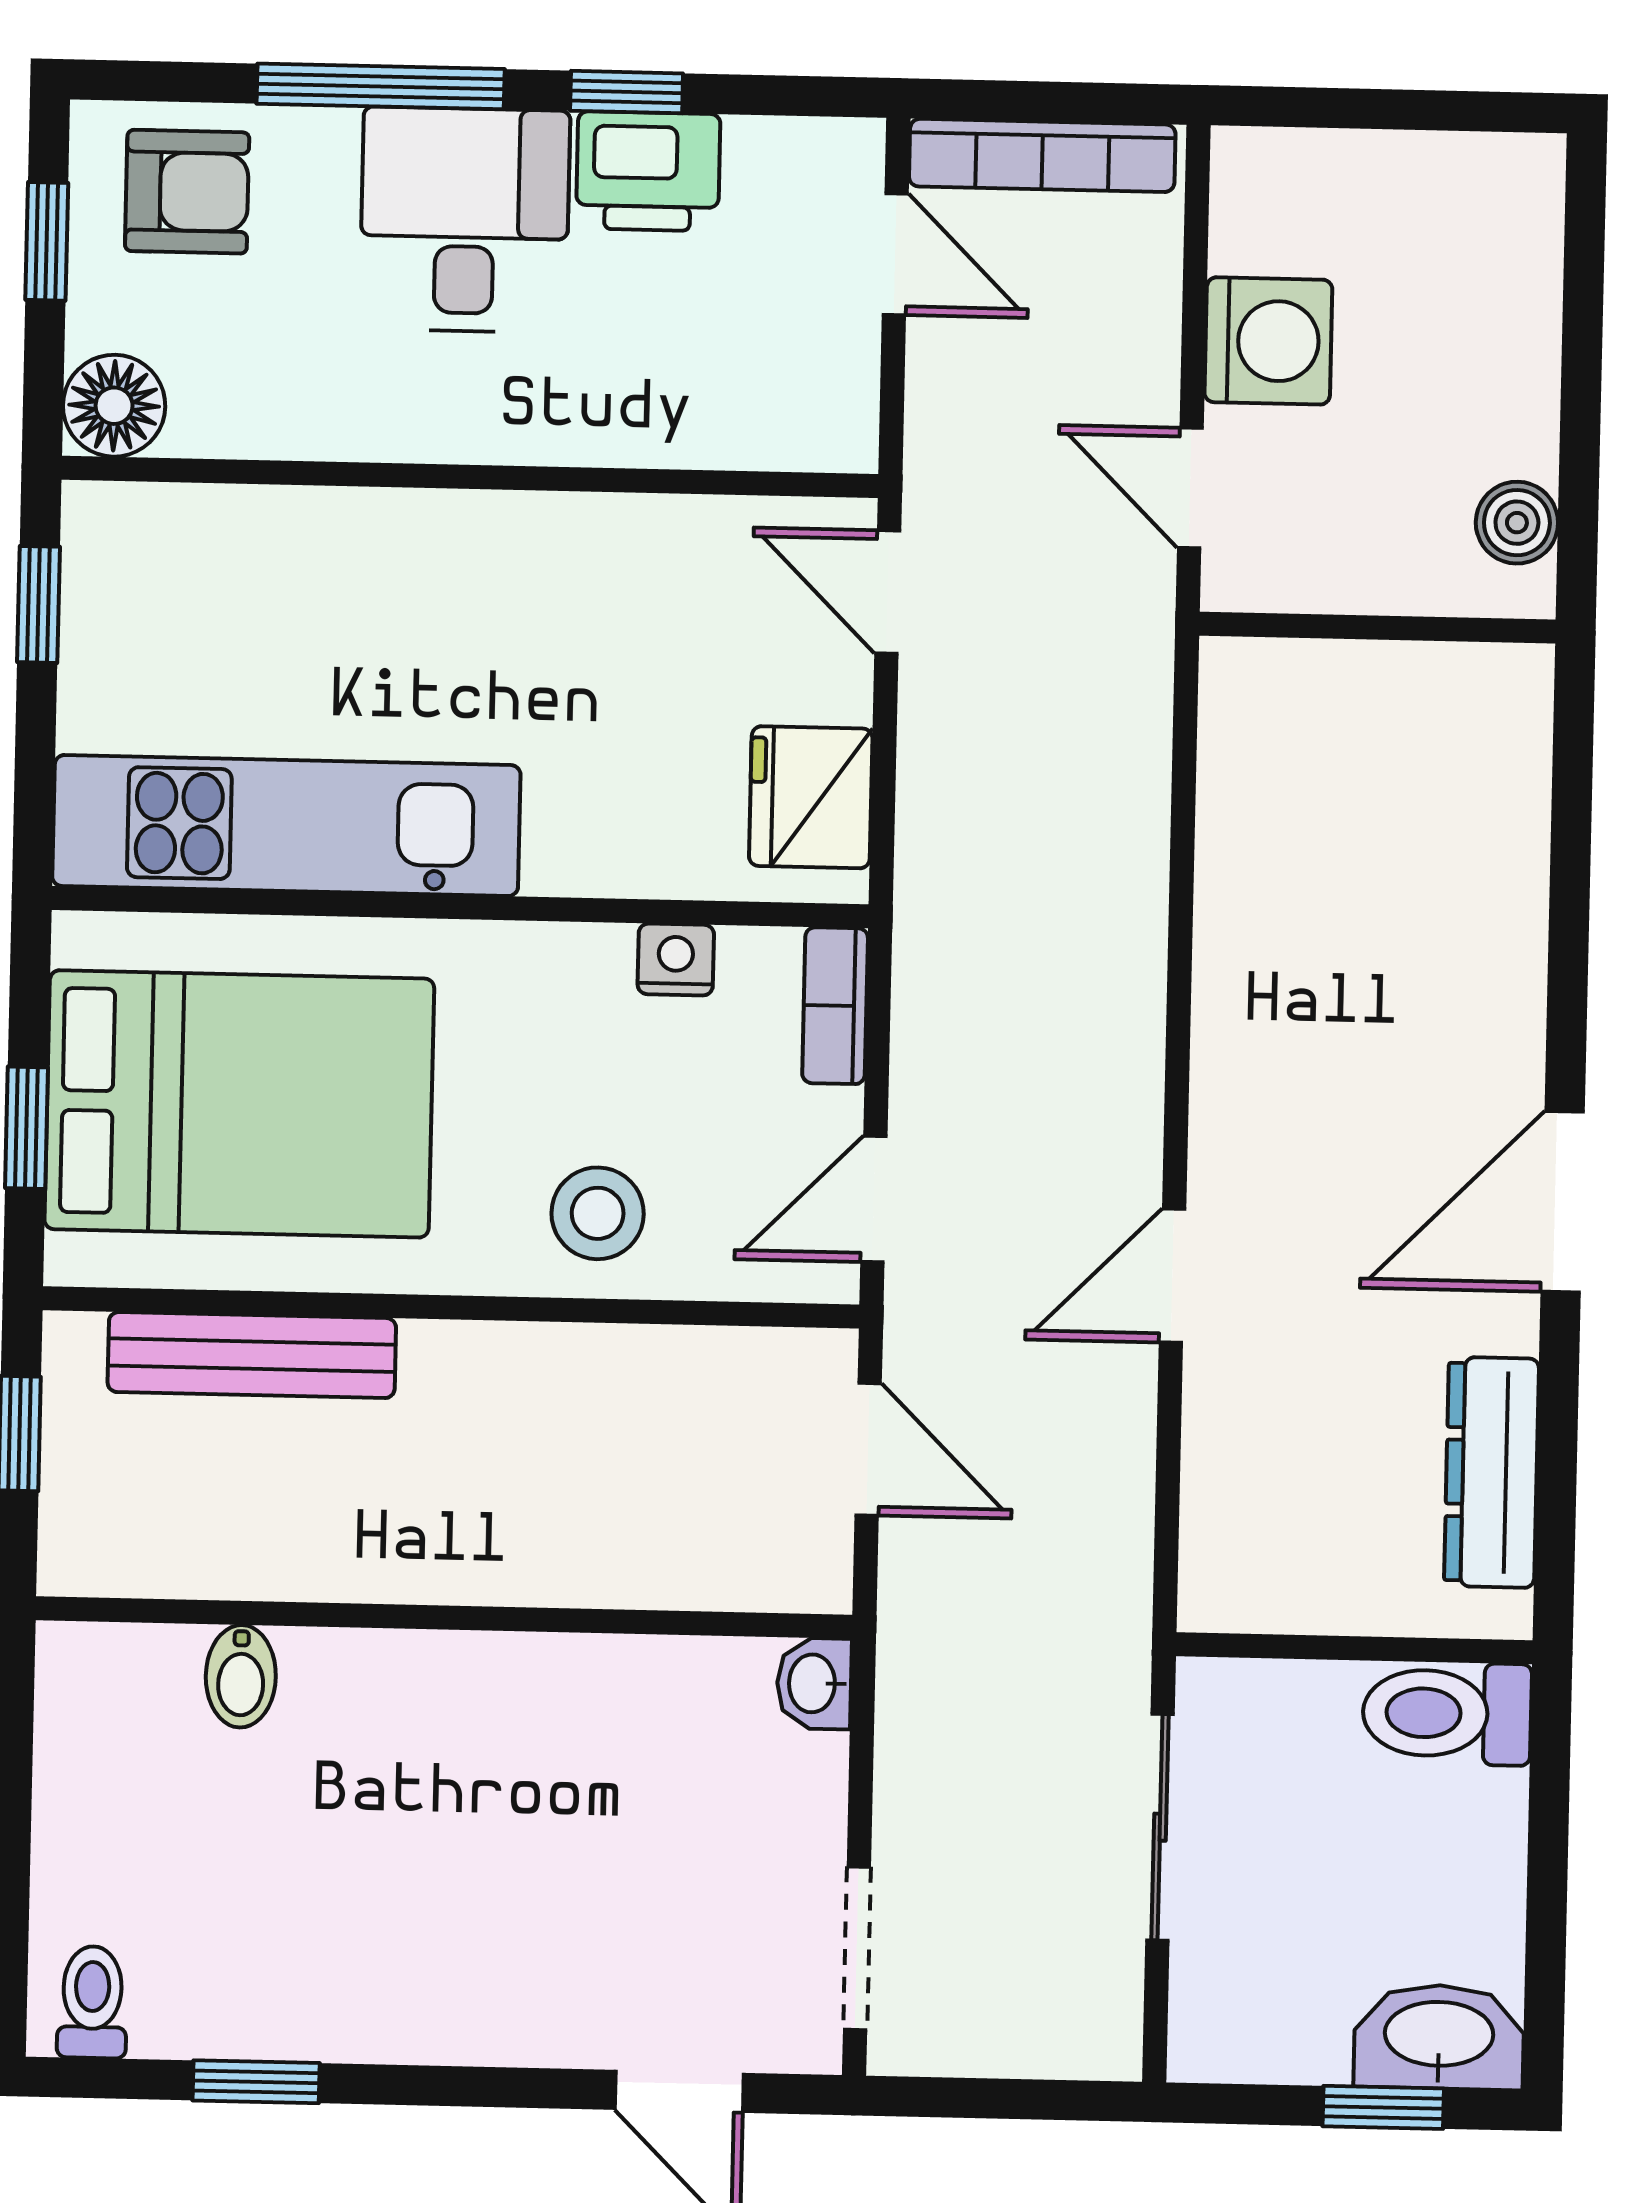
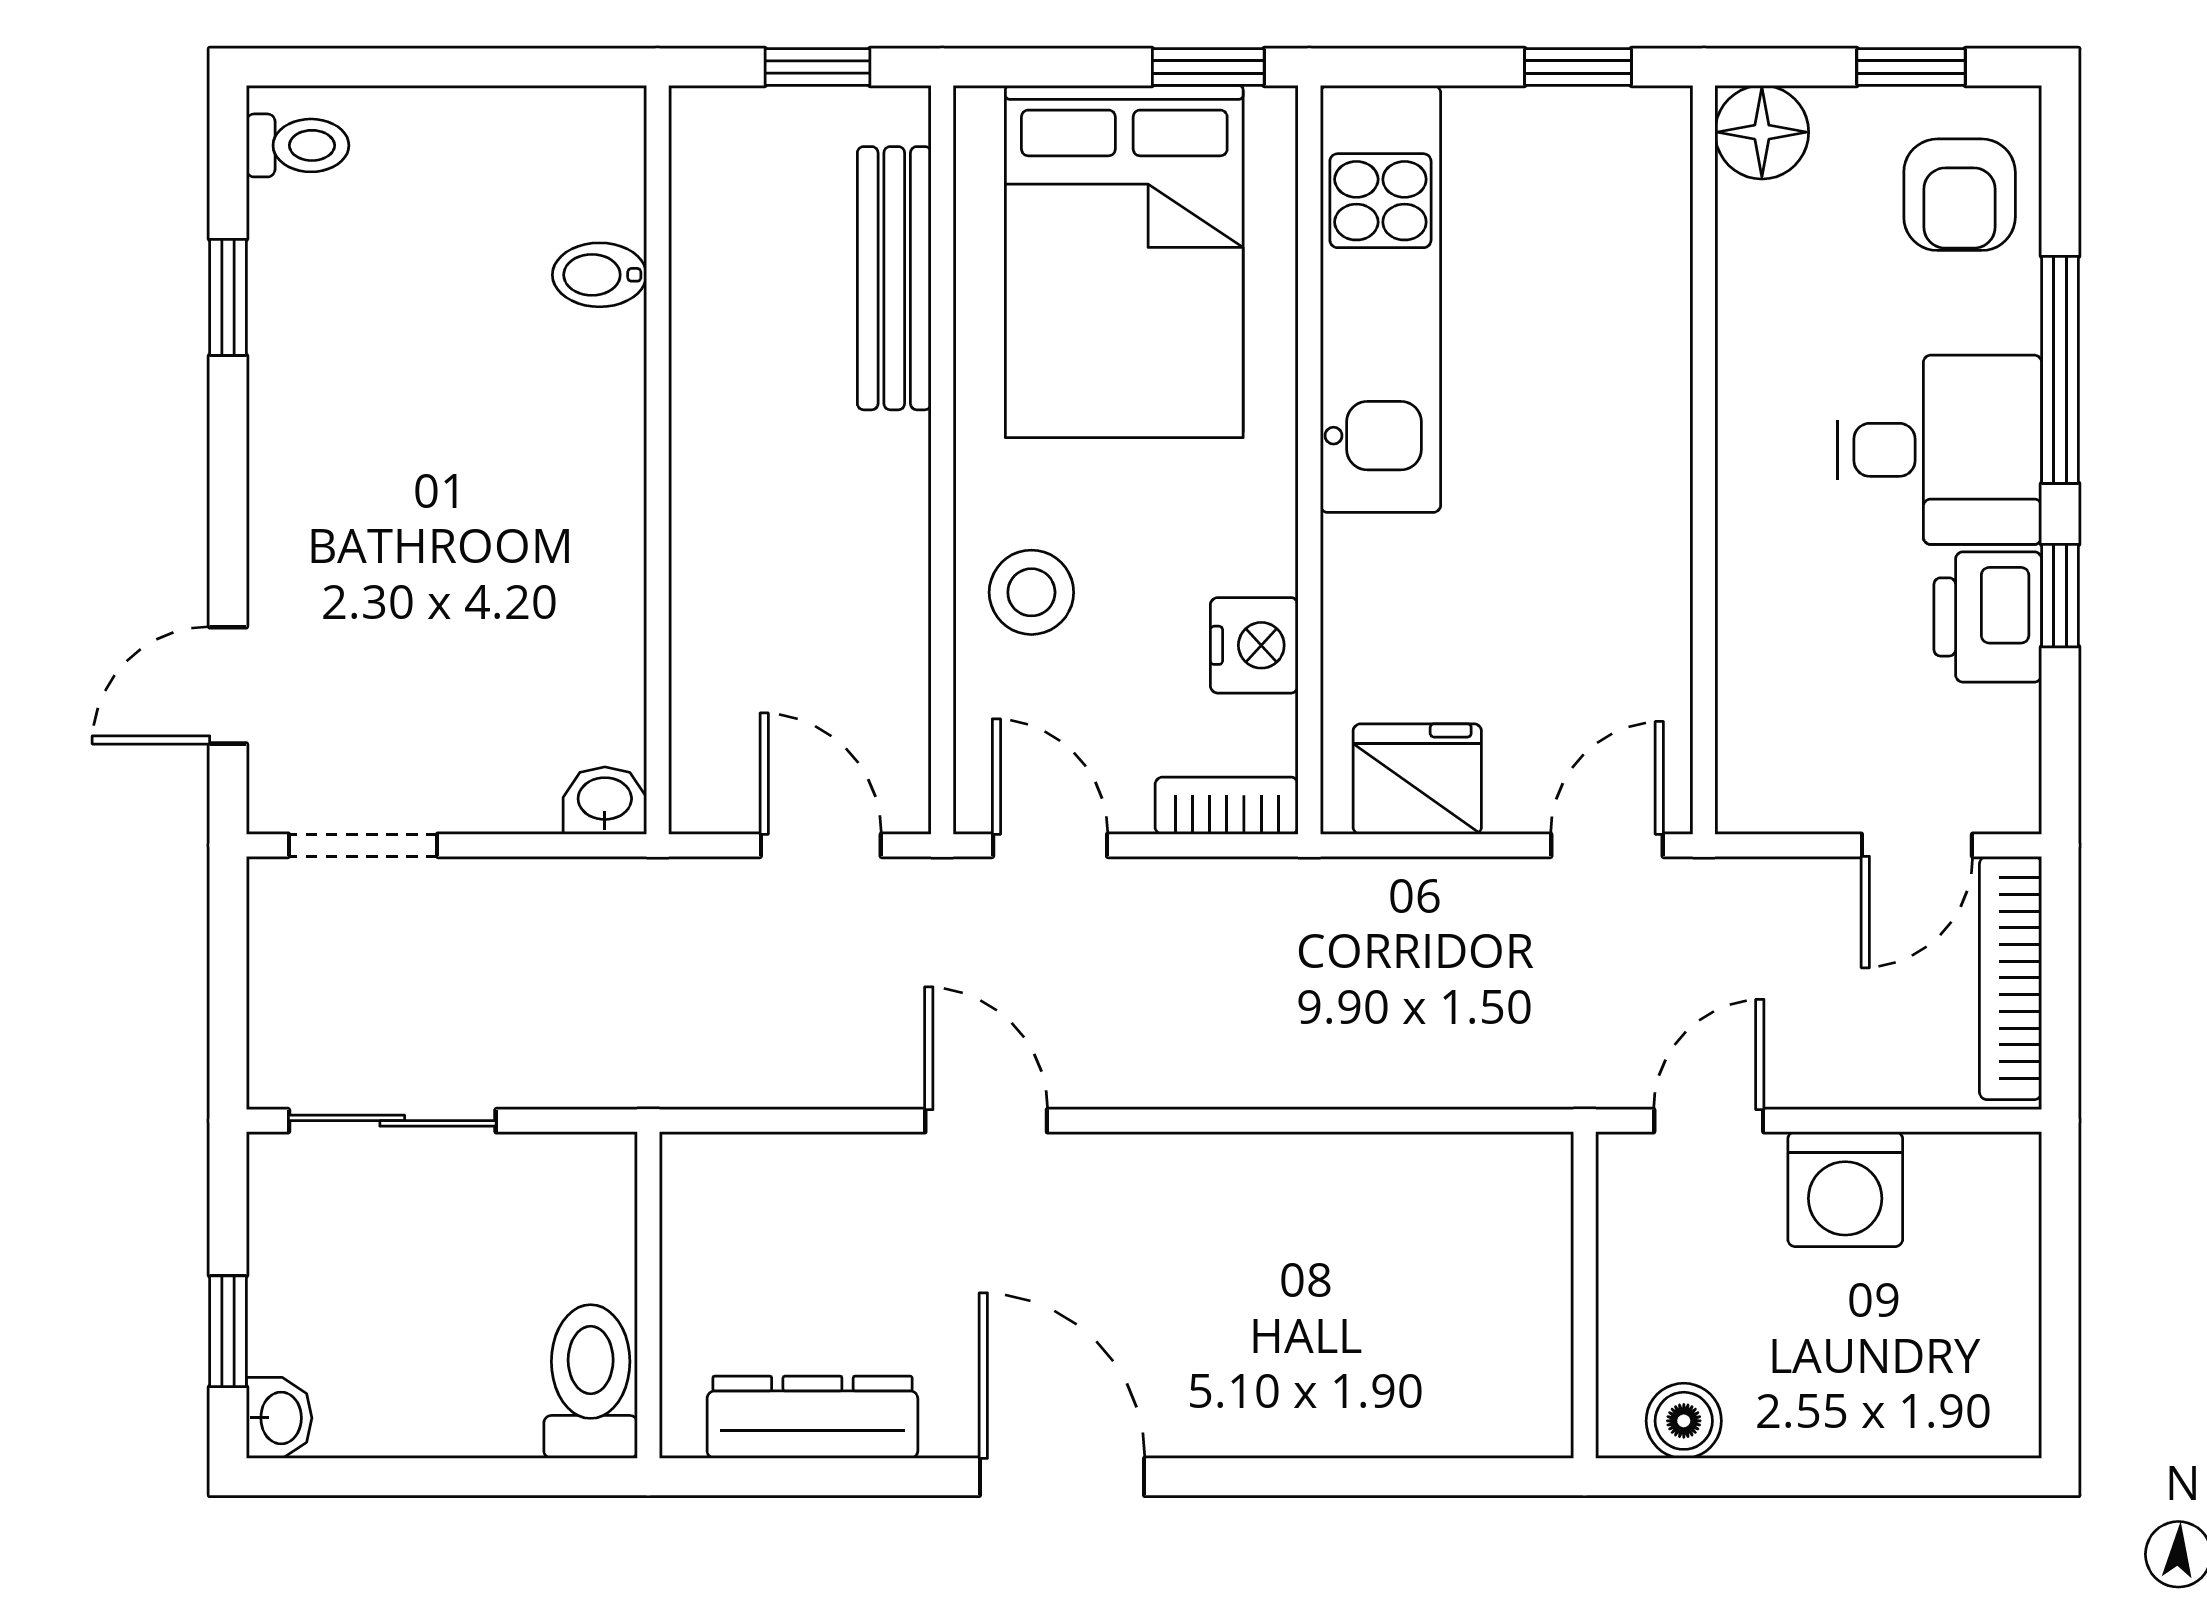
nightstand: (676, 959) -> (1254, 645), width x1.39, depth x1.35
window: (27, 1128) -> (1208, 67), moved
door: (868, 1449) -> (821, 845), swing flipped
sliding door: (1160, 1827) -> (392, 1121), moved
washbasin: (1439, 2037) -> (279, 1418), width x0.52, depth x0.69

